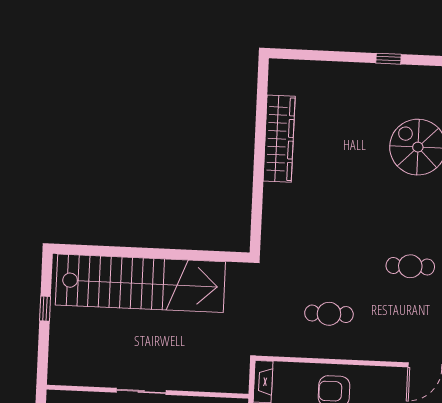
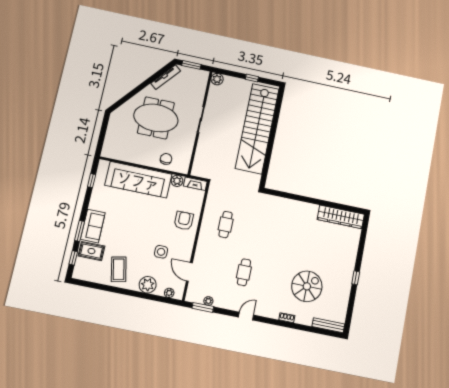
wardrobe: (279, 139) -> (341, 217), moved
plant: (59, 374) -> (217, 79), added

